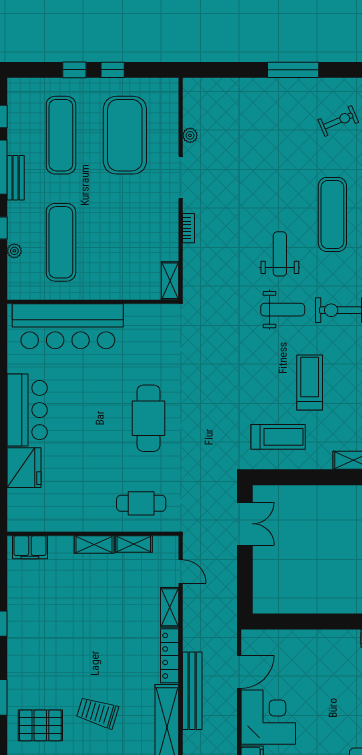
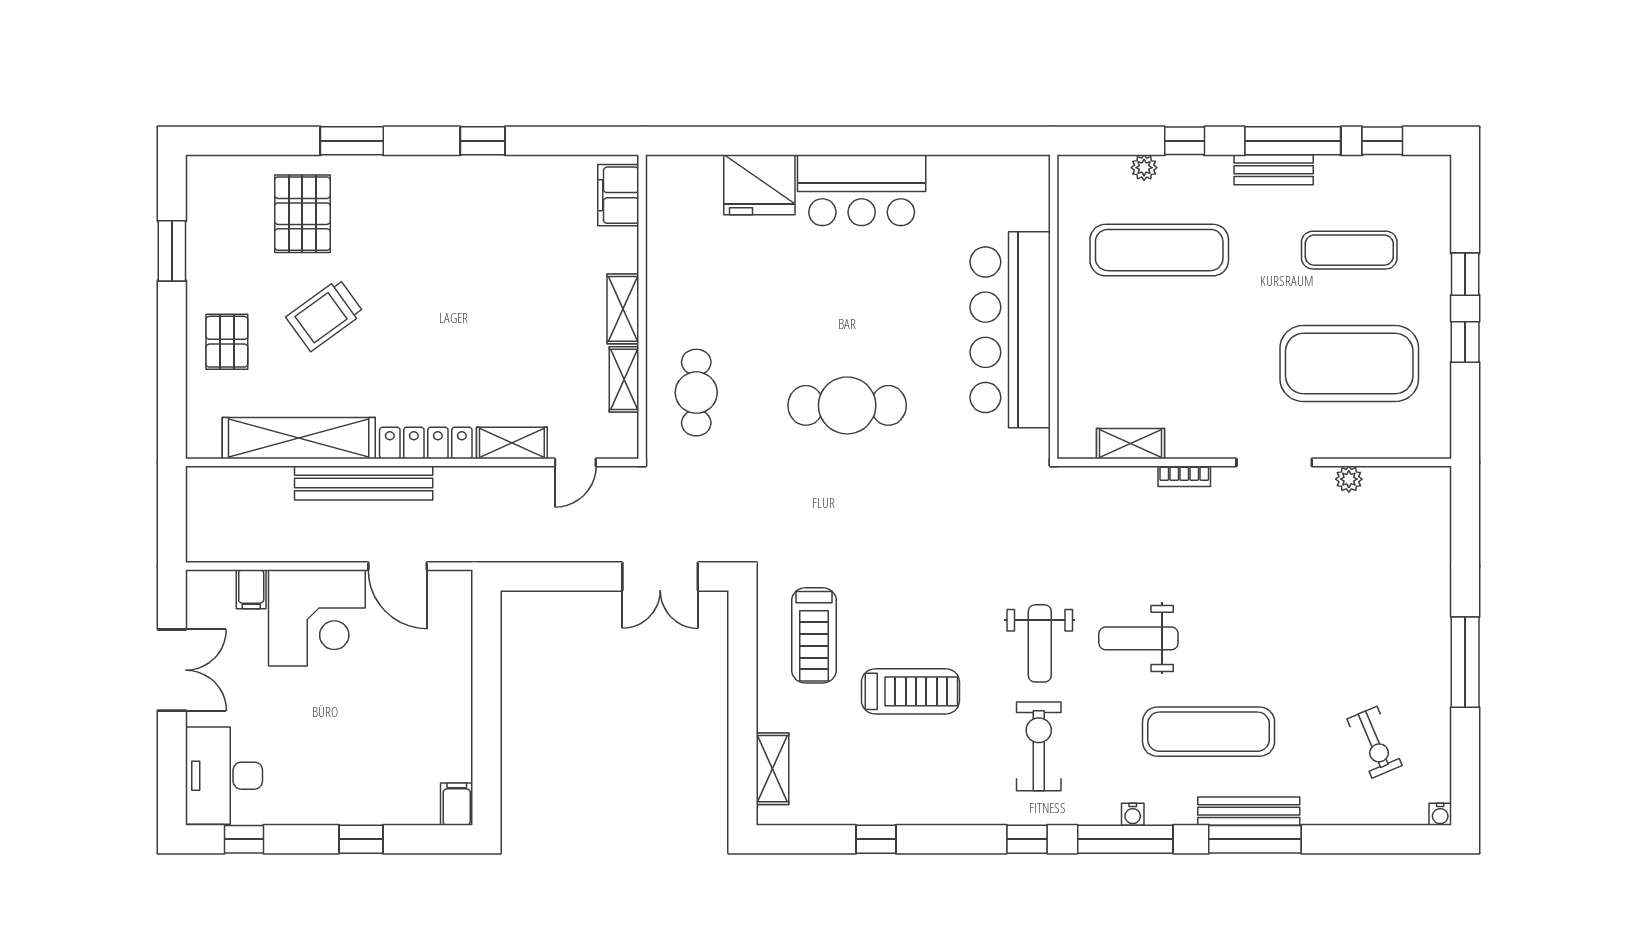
exercise mat: (61, 135) -> (1349, 250), width x0.73, depth x0.69
weight bench: (280, 254) -> (1138, 638), turned 180
shelving: (170, 281) -> (1131, 444), moved
bar counter: (68, 326) -> (1010, 330), moved
trolley: (98, 713) -> (325, 315), turned -143

